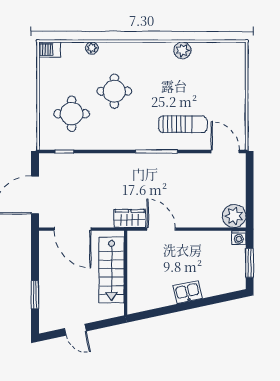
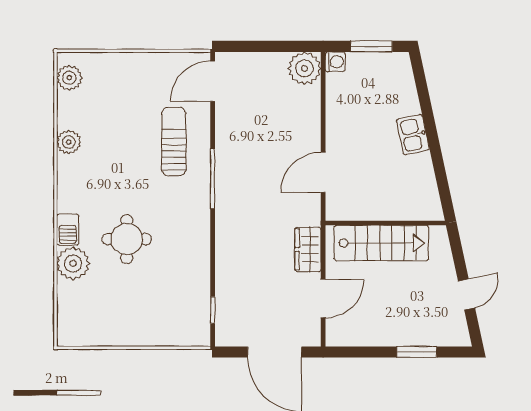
plant: (92, 48) -> (73, 263), width x1.87, depth x1.87
barbecue: (50, 50) -> (68, 230), moved
plant: (228, 51) -> (69, 78), added
round table: (72, 114) -> (159, 300), removed
wardrobe: (130, 218) -> (308, 249), moved
door: (73, 229) -> (323, 298), width x0.73

